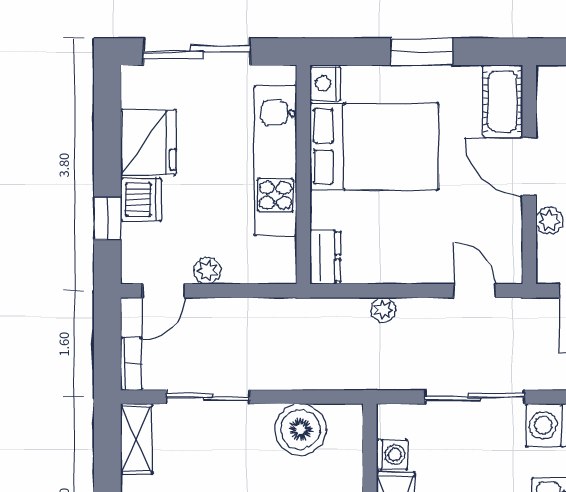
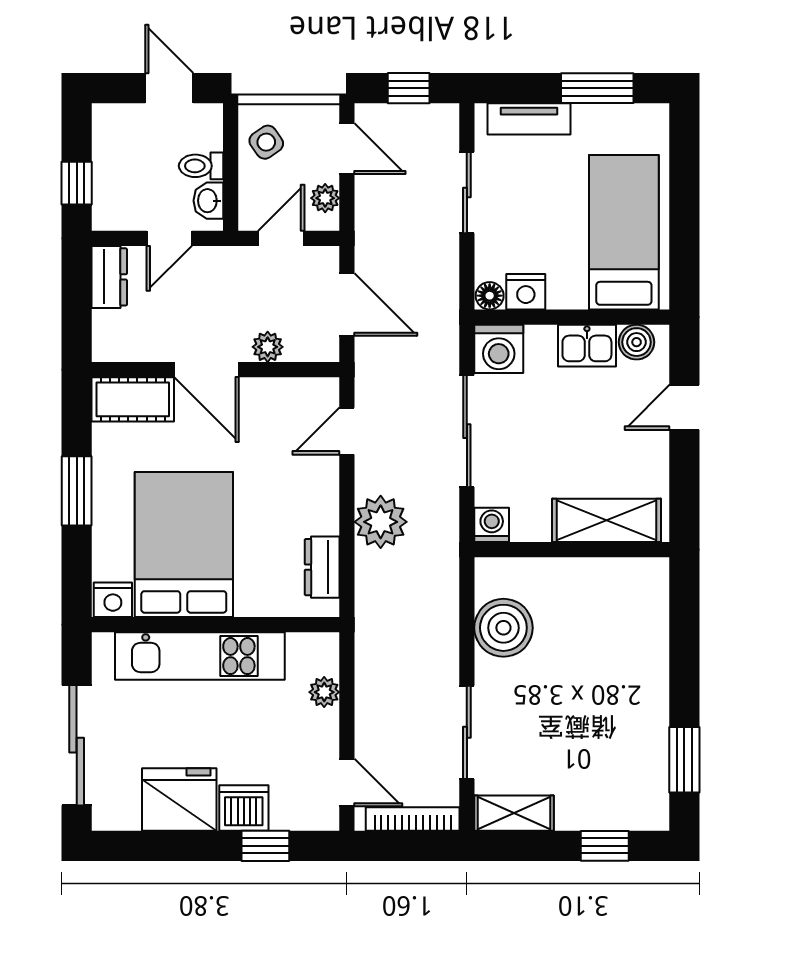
door: (529, 166) -> (206, 370), hinge flipped
dresser: (325, 257) -> (322, 567), moved, turned -90
plant: (207, 271) -> (324, 692), moved
plant: (384, 310) -> (381, 522), width x1.88, depth x1.88
bookcase: (131, 364) -> (413, 819), width x1.56
washing machine: (392, 455) -> (492, 525), moved

